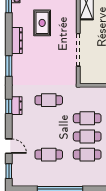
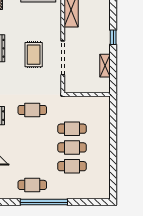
rug: (42, 23) -> (34, 55), moved
cafe table: (49, 155) -> (32, 185), moved

